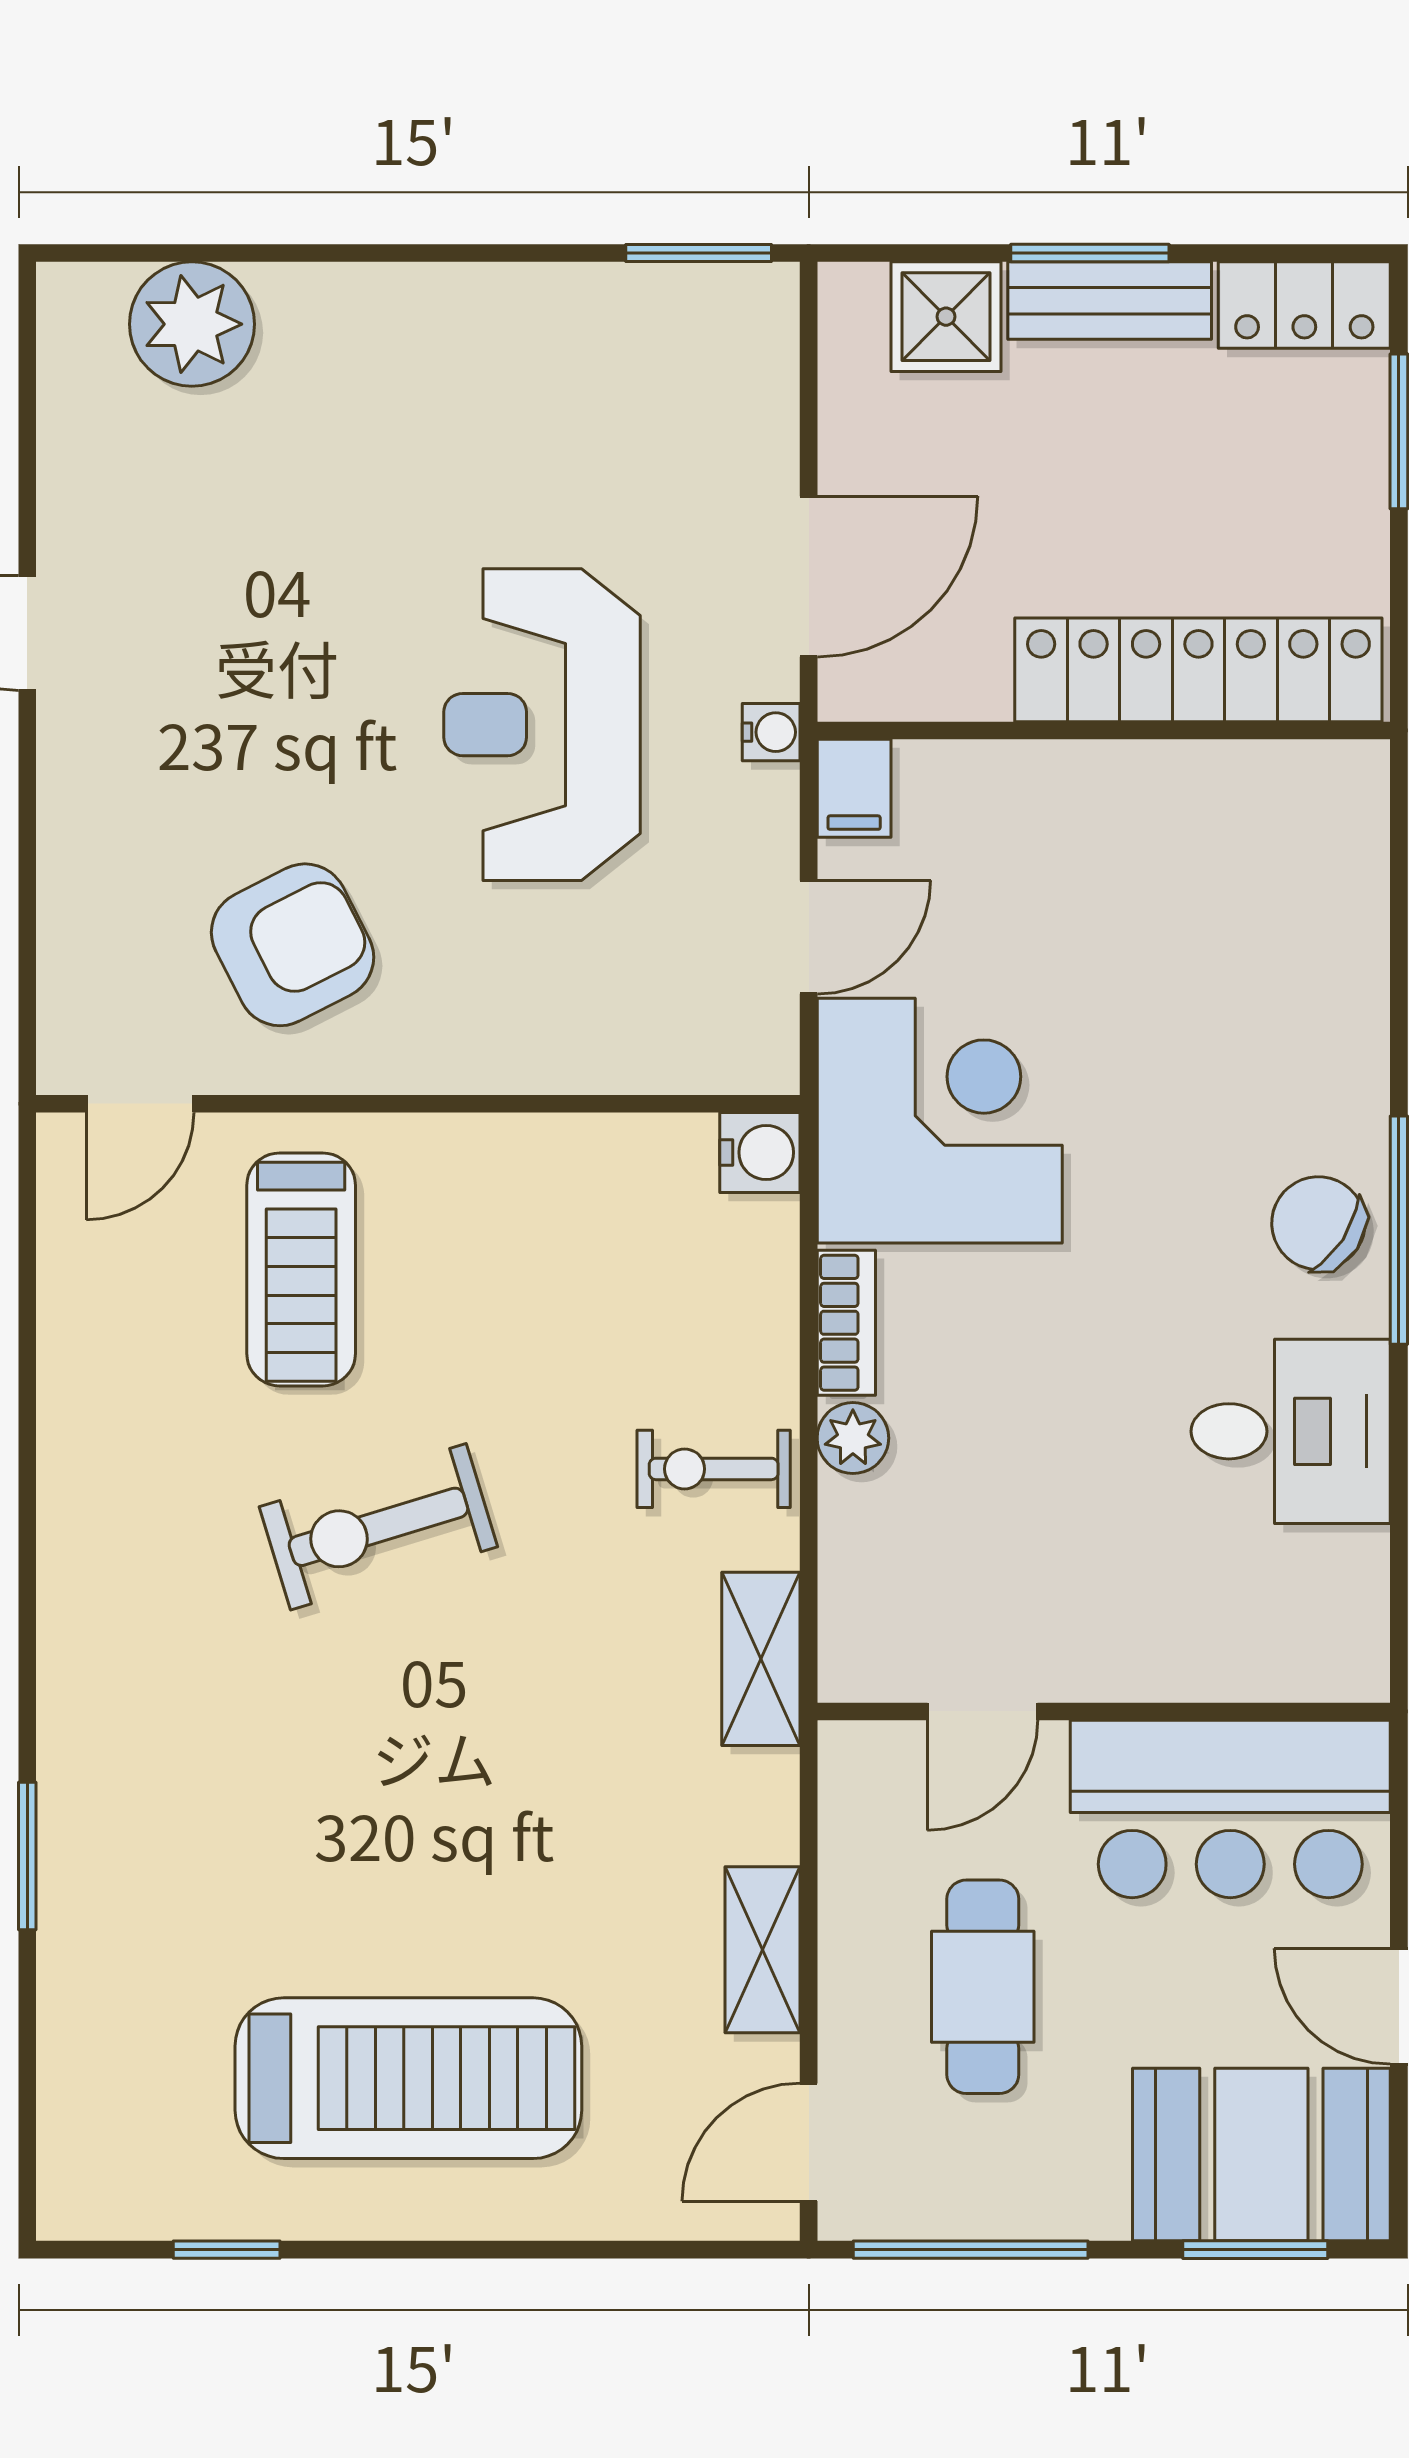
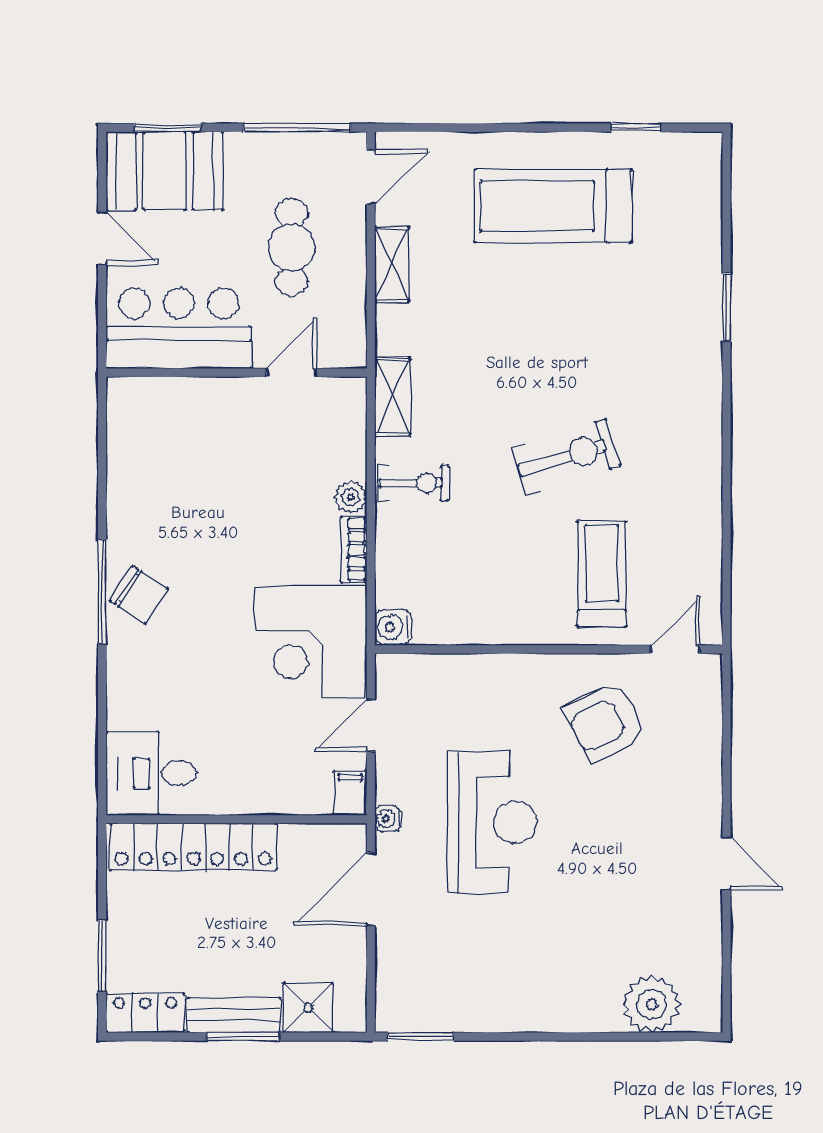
desk: (1291, 1431) -> (151, 773), moved

